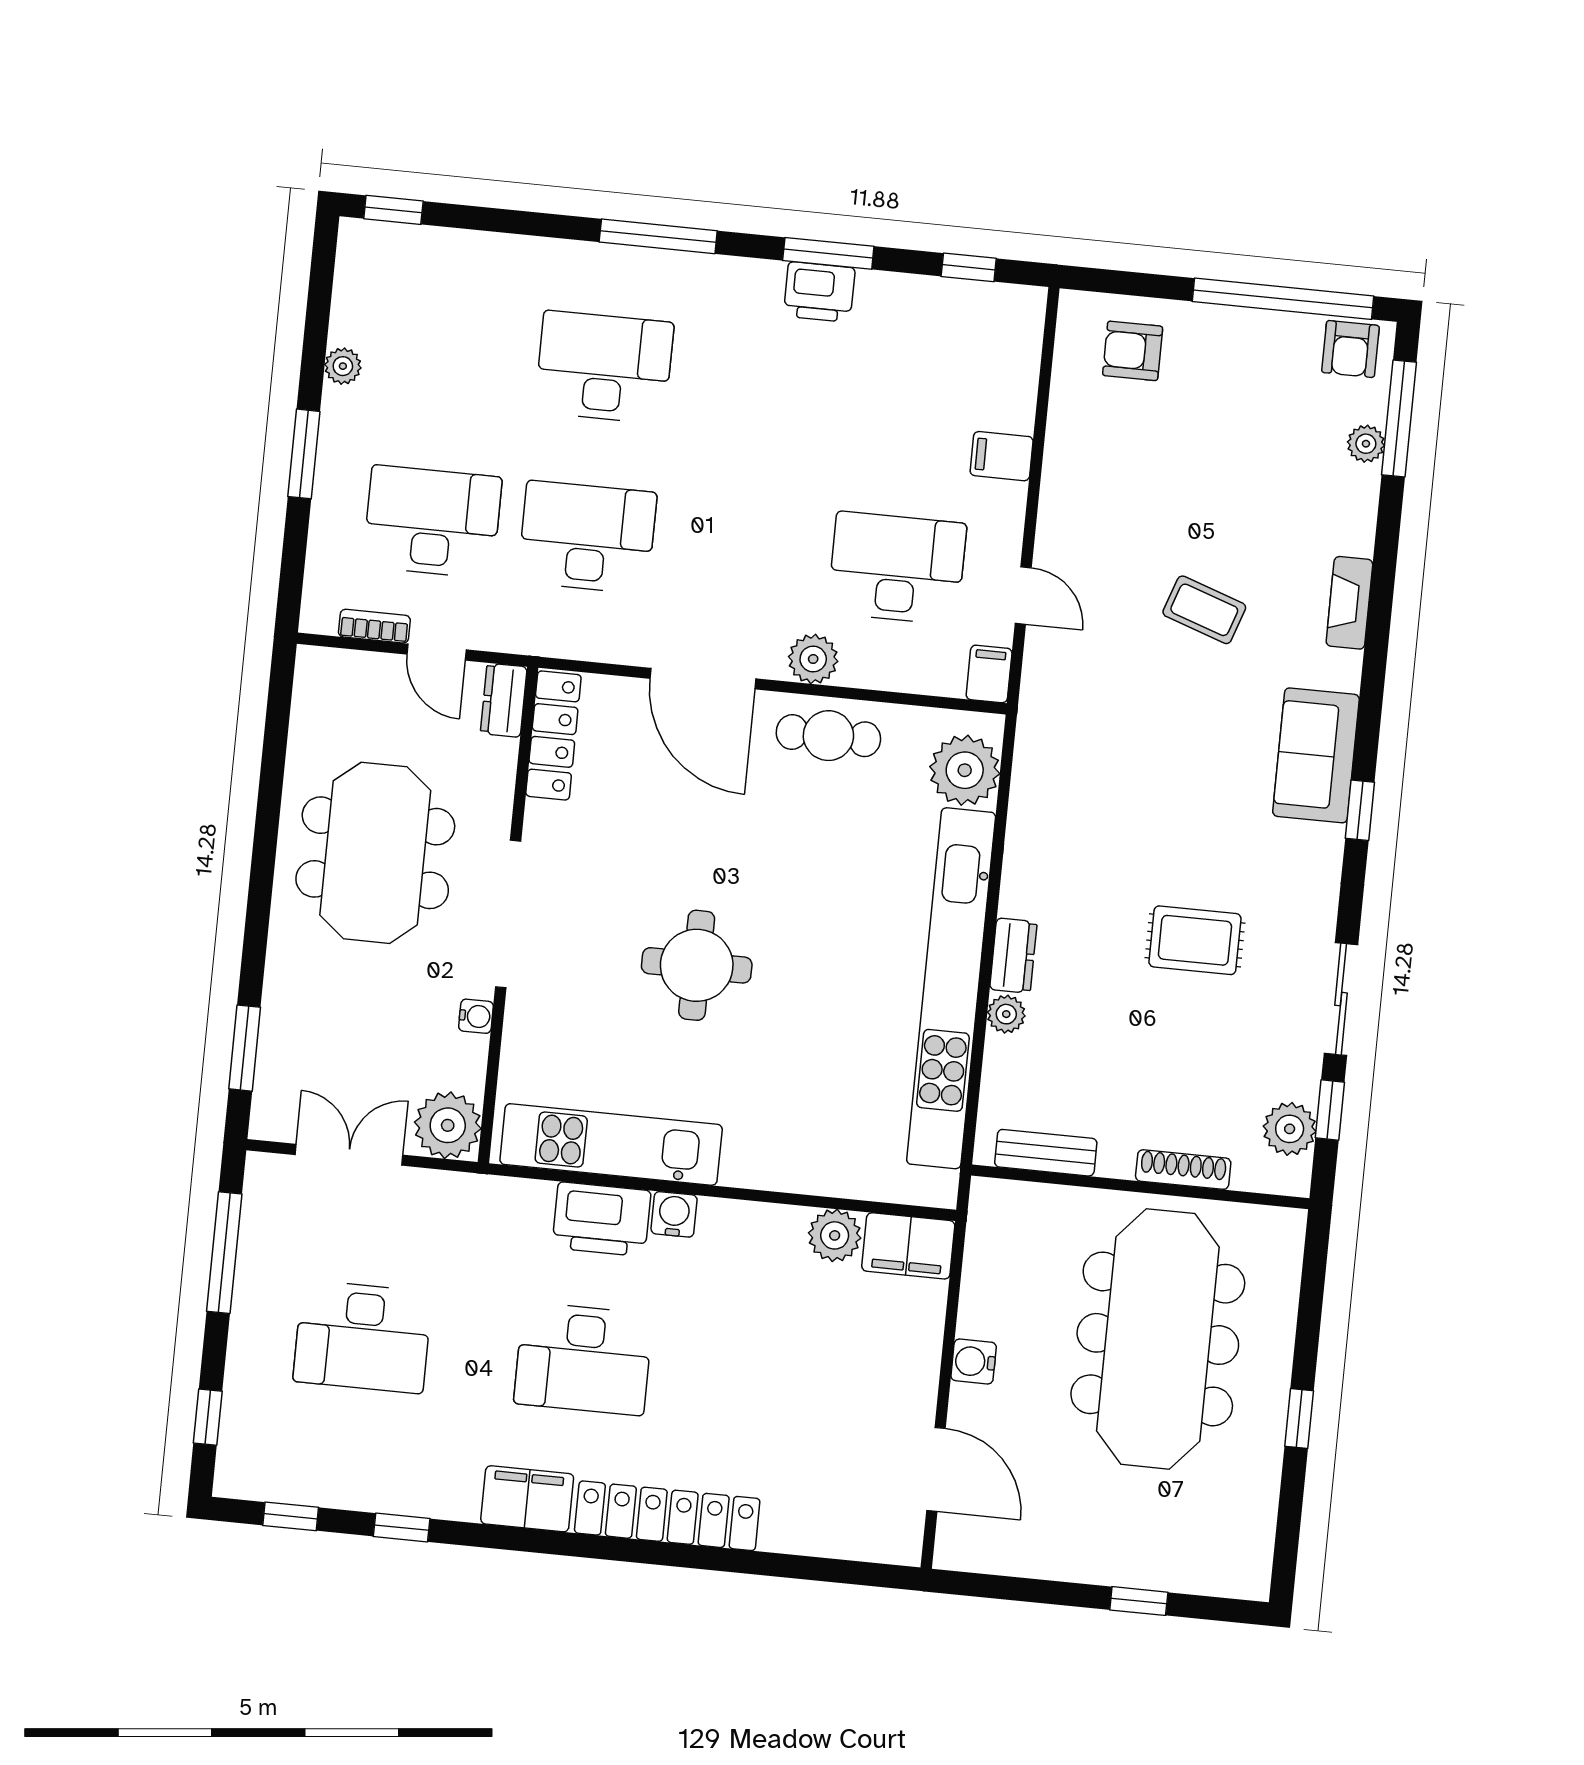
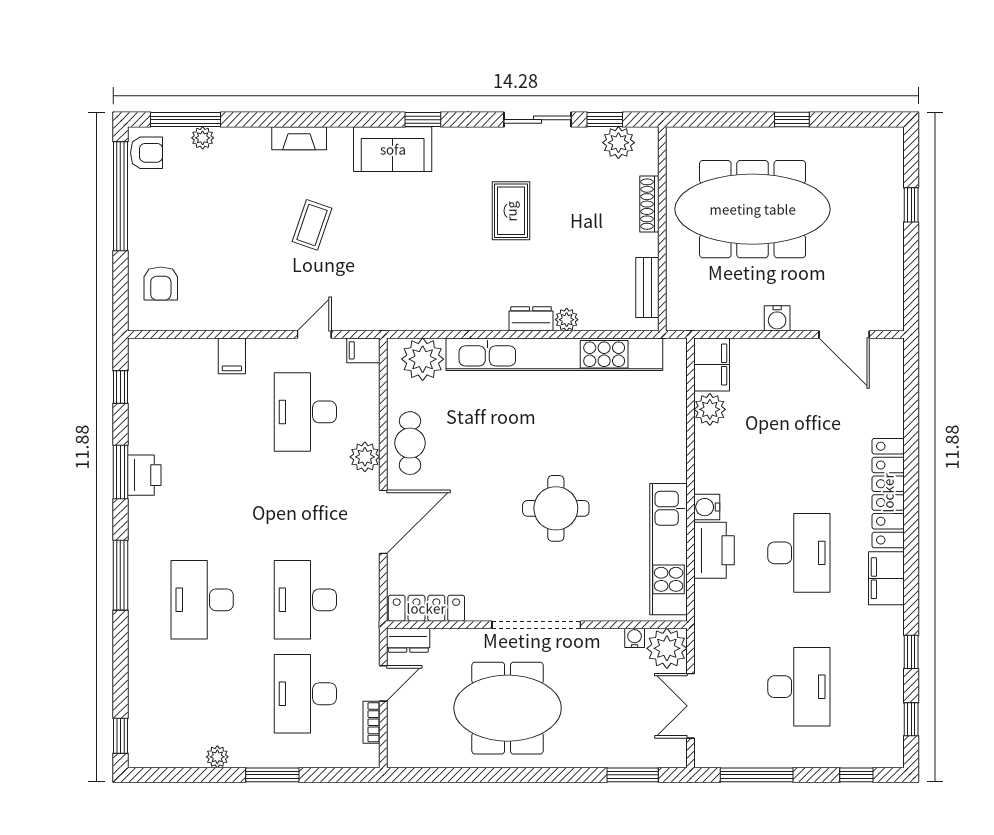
water cooler: (476, 1016) -> (635, 638), moved
door: (936, 1469) -> (844, 334), swing flipped

